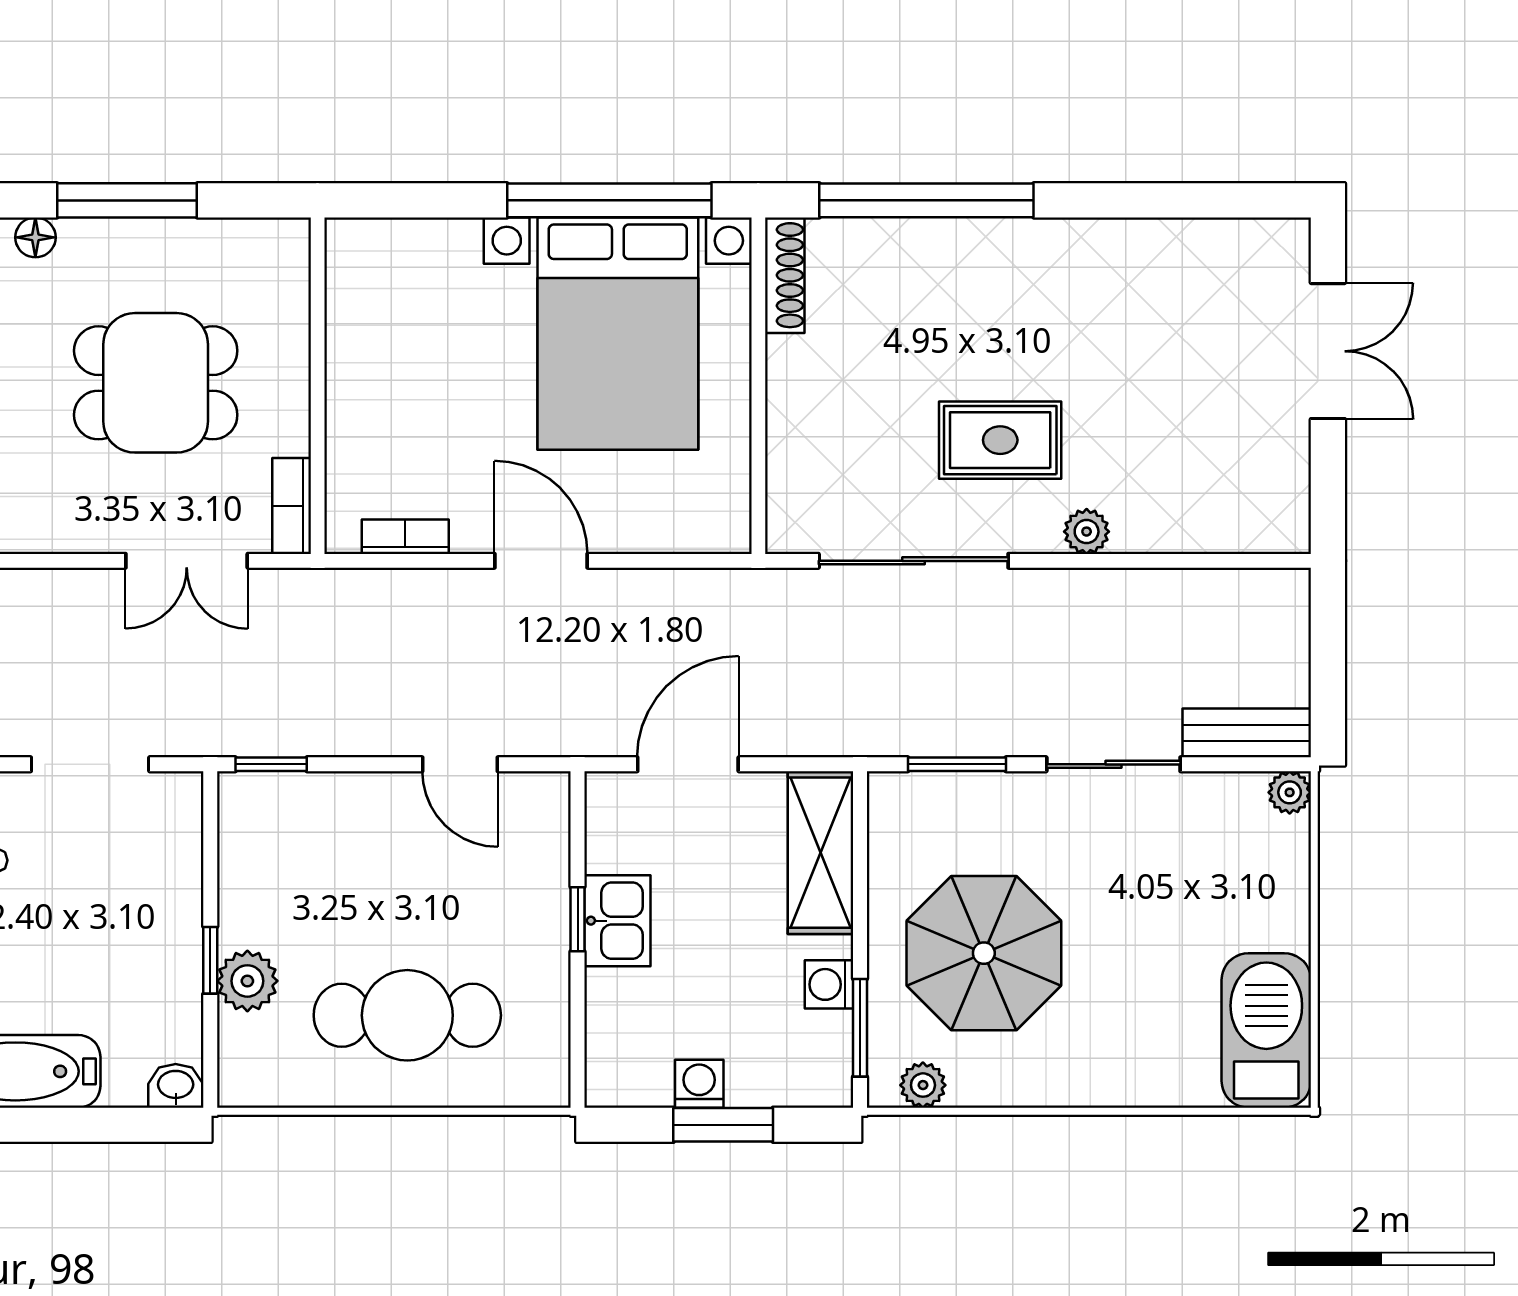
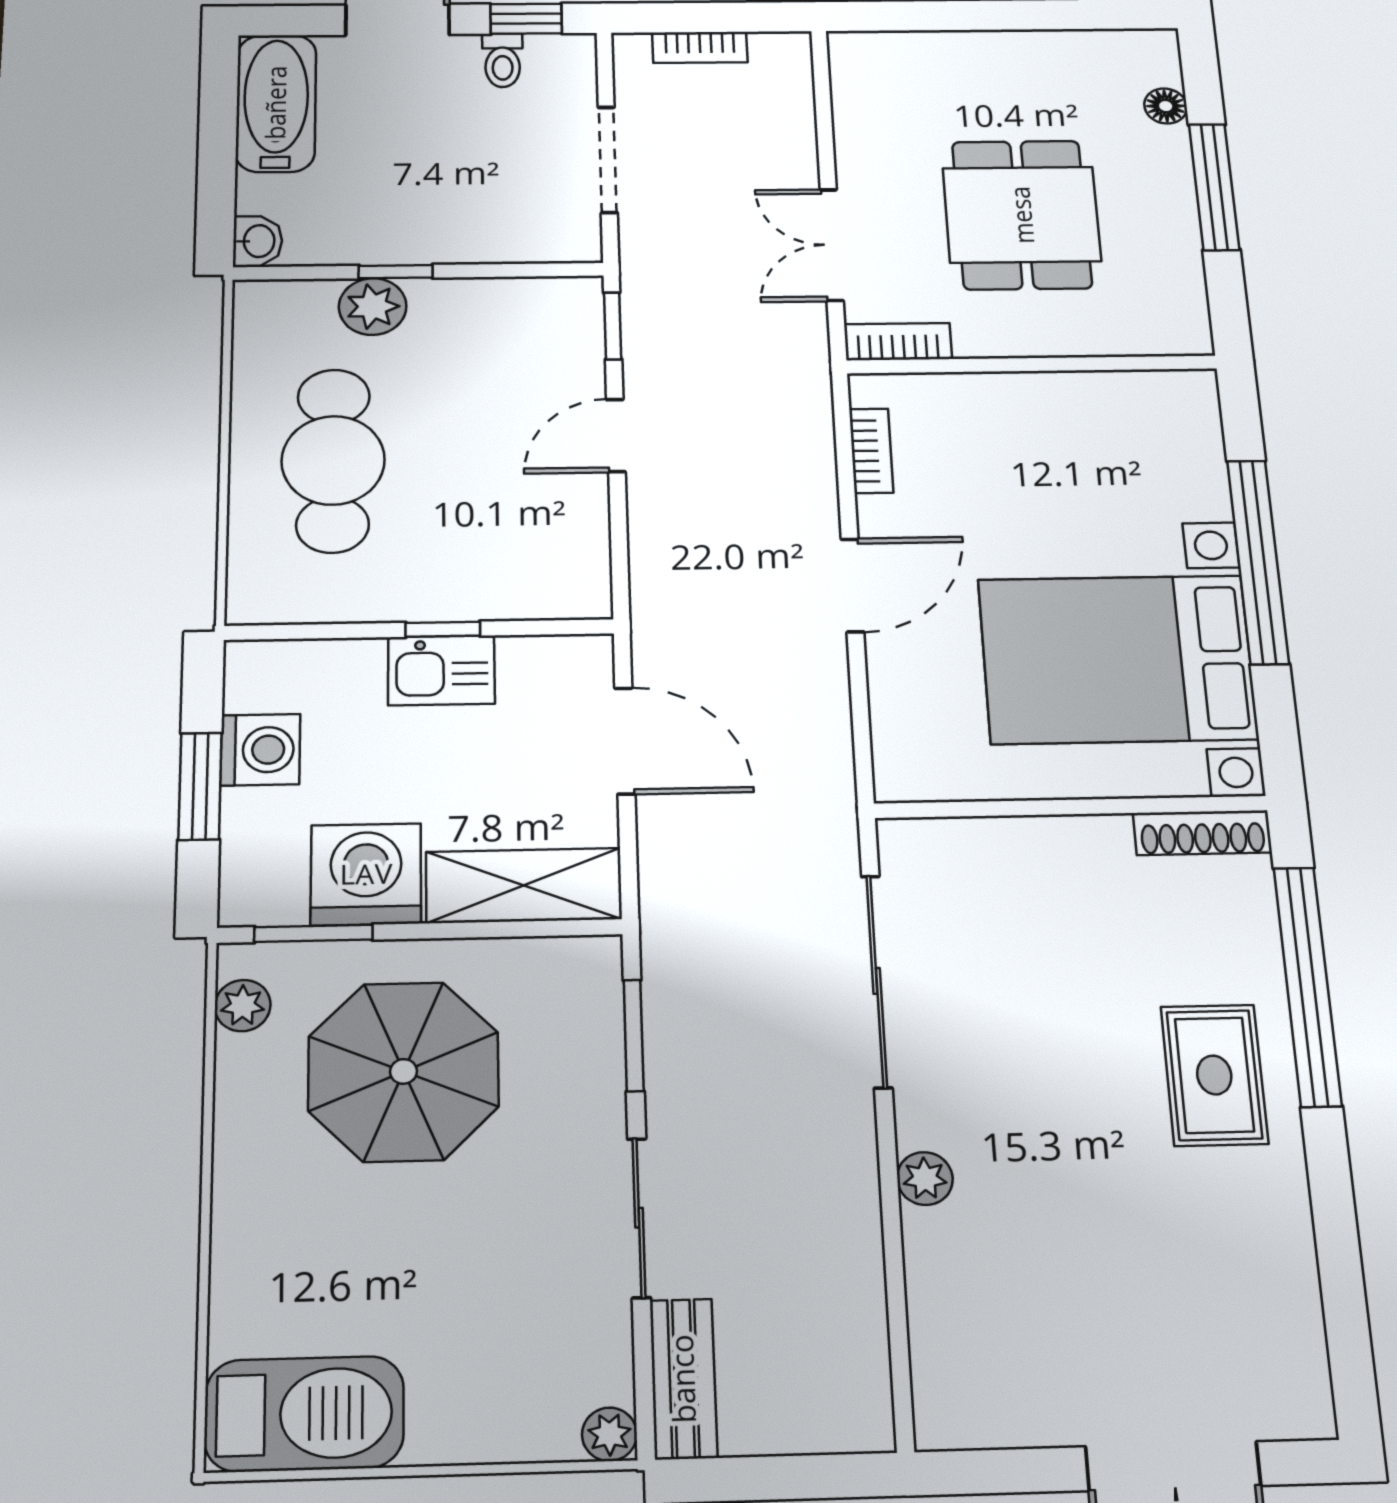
window: (609, 200) -> (1258, 561), moved
rug: (1000, 440) -> (1214, 1075), moved
door: (460, 764) -> (616, 436), moved
washing machine: (829, 984) -> (366, 874), width x1.89, depth x1.89
washing machine: (699, 1084) -> (260, 750), width x1.38, depth x1.38

